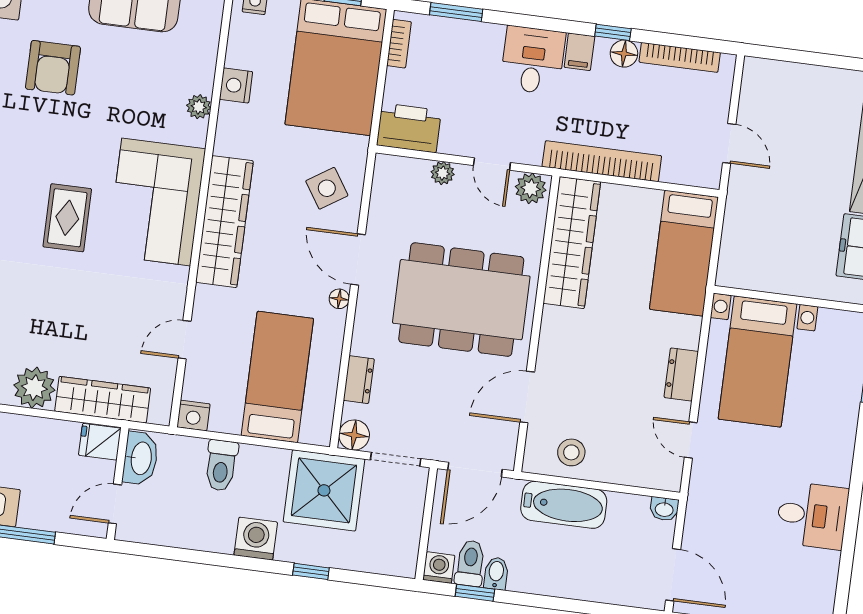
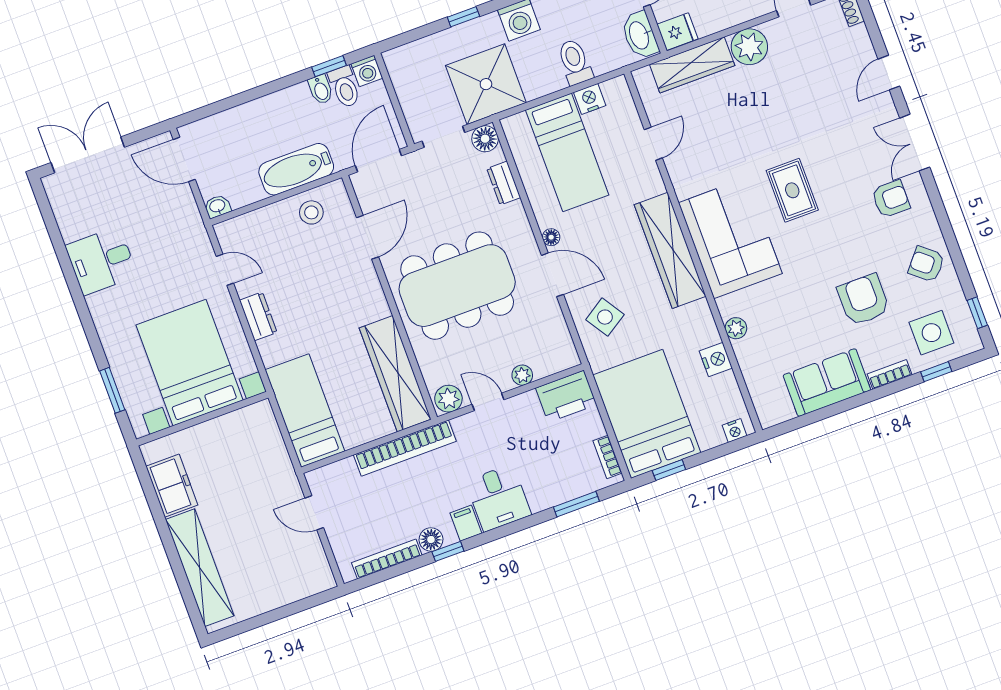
bed with nightstands: (758, 361) -> (190, 363), width x1.36
nightstand: (193, 415) -> (590, 99), moved

